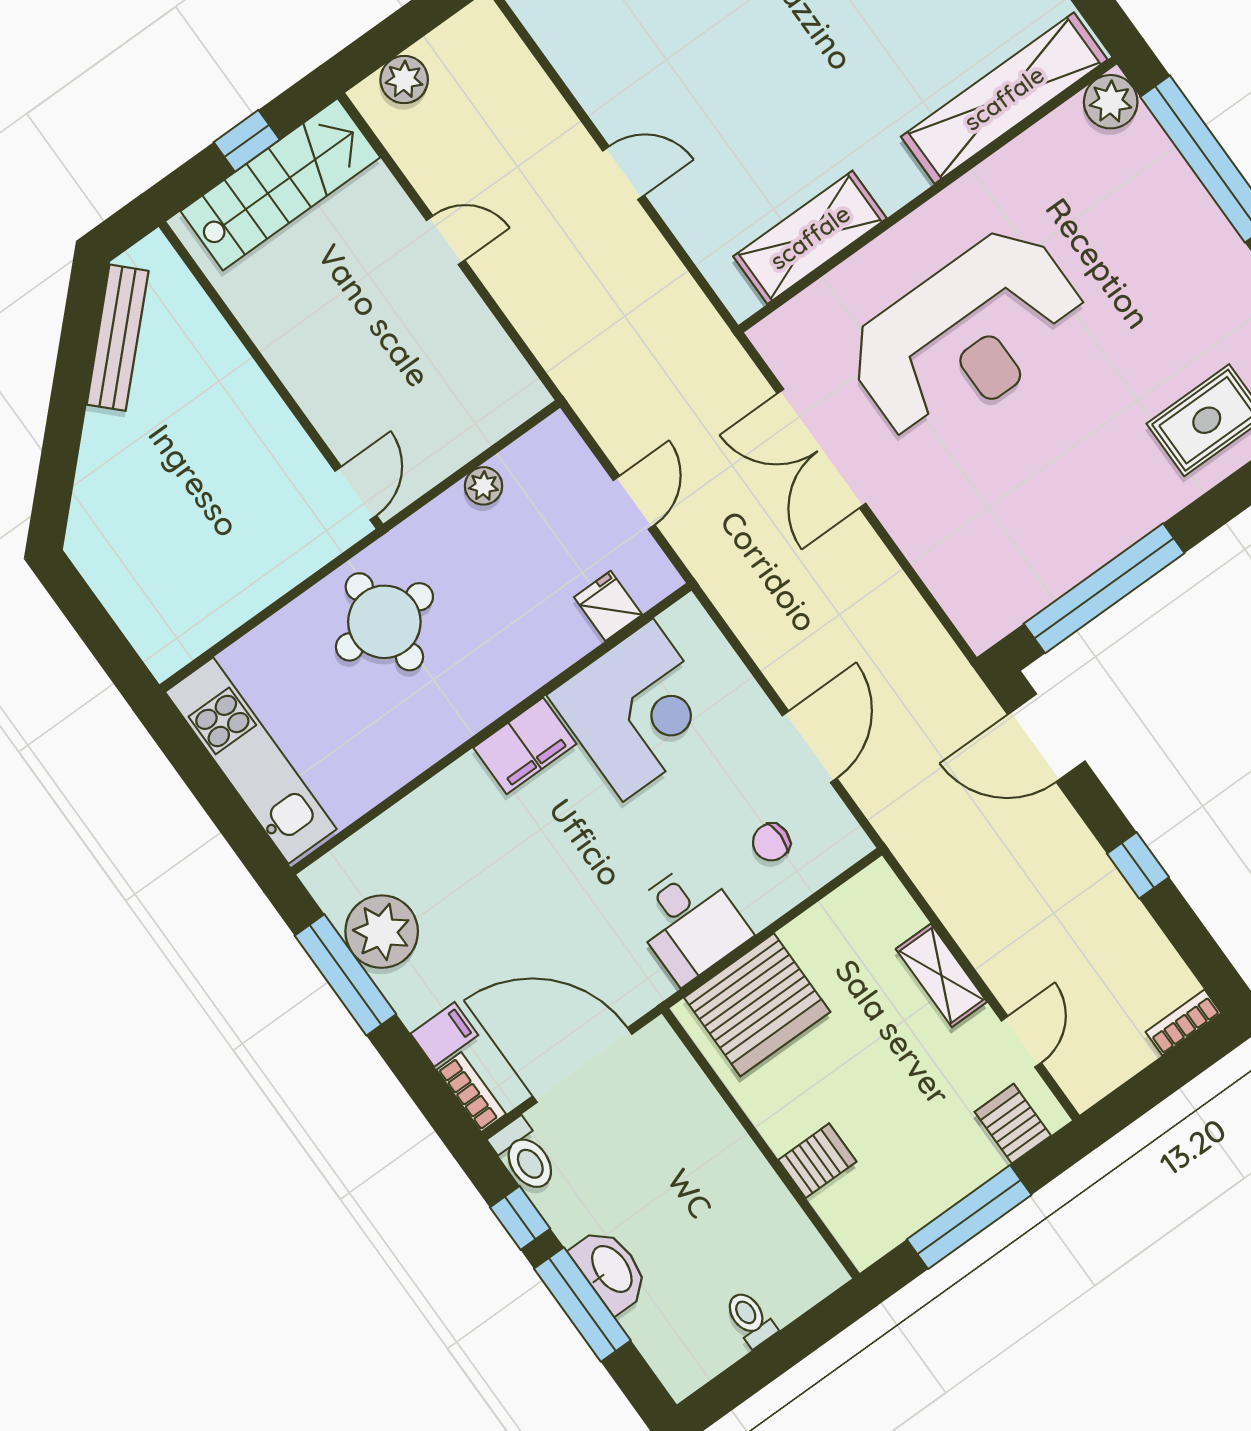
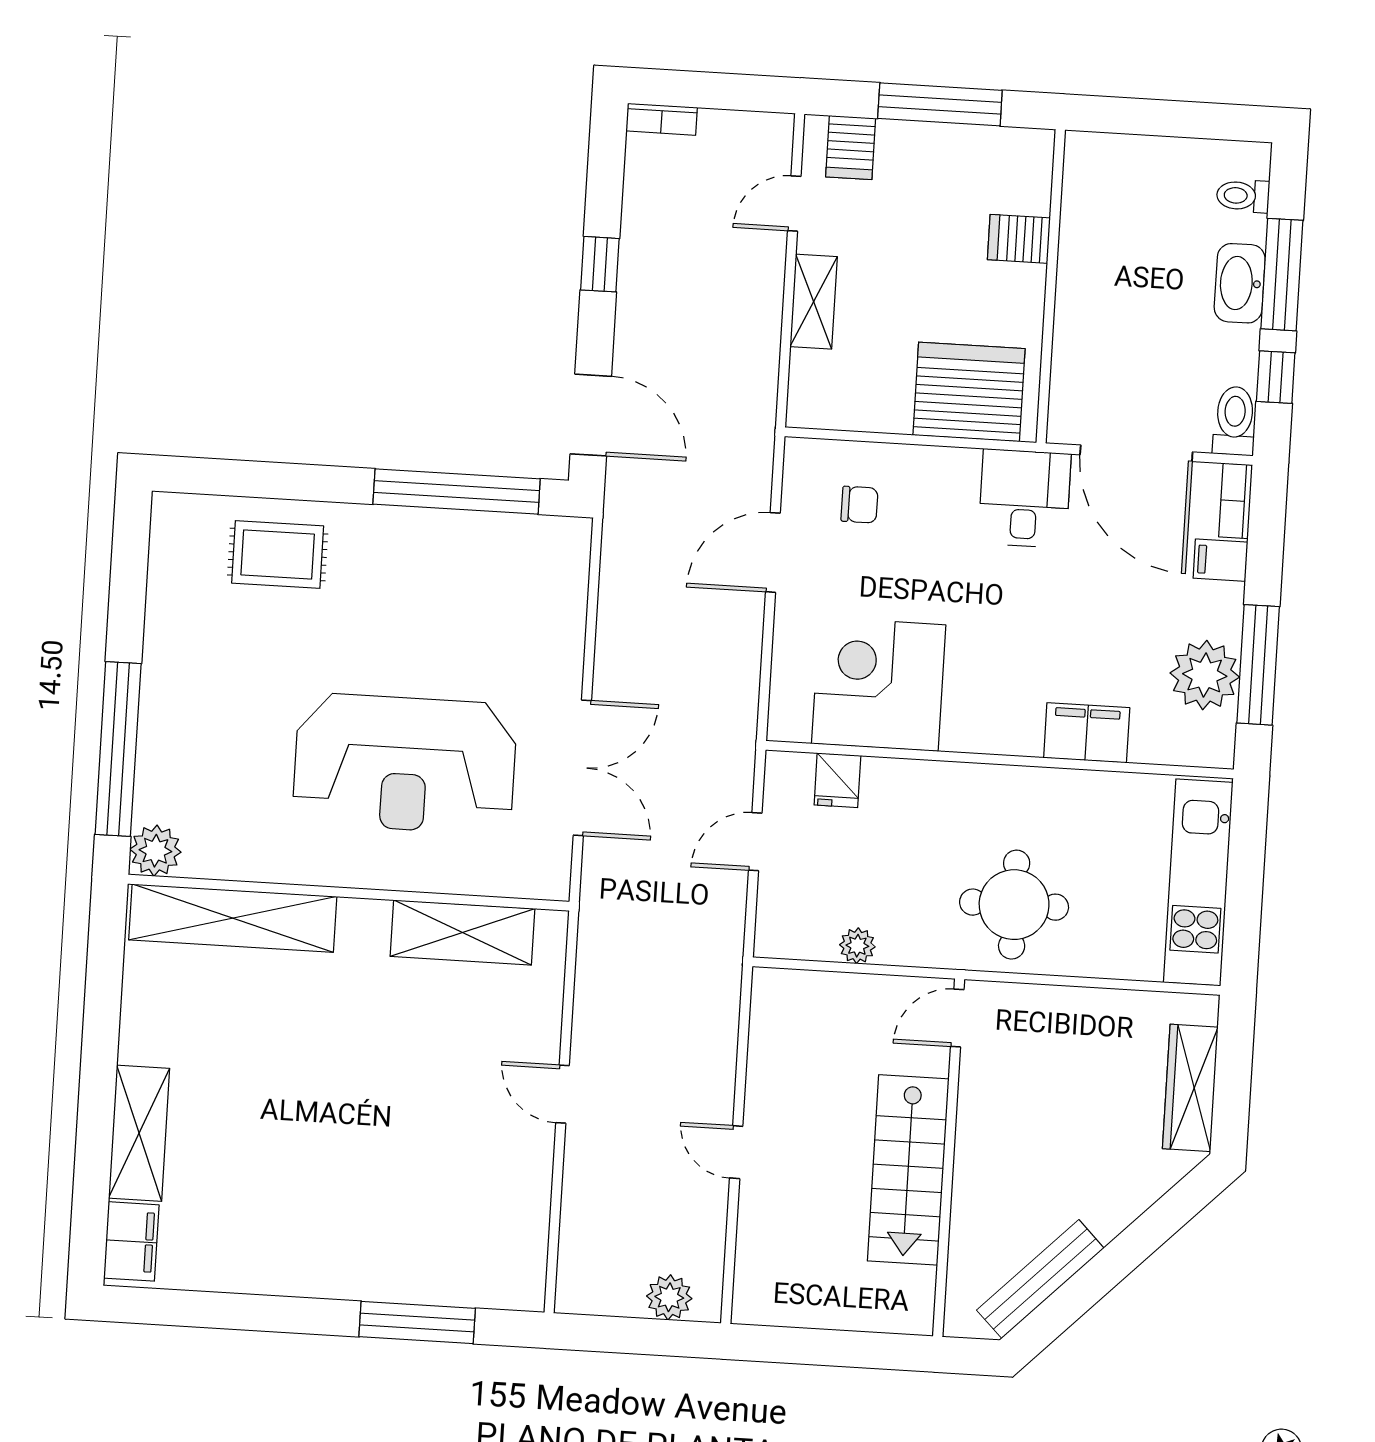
window: (247, 141) -> (824, 1347), removed
stairs: (280, 184) -> (908, 1170), moved, turned -90
reception desk: (967, 335) -> (405, 764), turned 180
wardrobe: (122, 590) -> (1190, 1088), added
filing cabinet: (525, 746) -> (1087, 733), moved
desk: (689, 922) -> (1025, 498), moved
toilet: (750, 1319) -> (1243, 196), moved, turned 90

